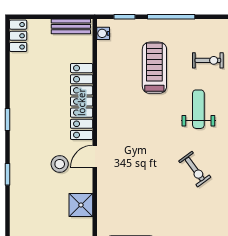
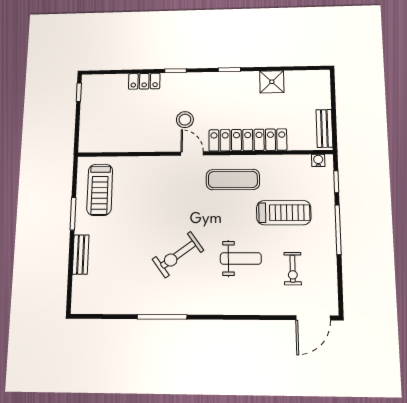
locker: (18, 36) -> (144, 81), moved
exercise mat: (121, 116) -> (233, 180), added
exercise bike: (195, 169) -> (178, 255), width x1.38, depth x1.39
shower: (81, 205) -> (272, 82), moved

